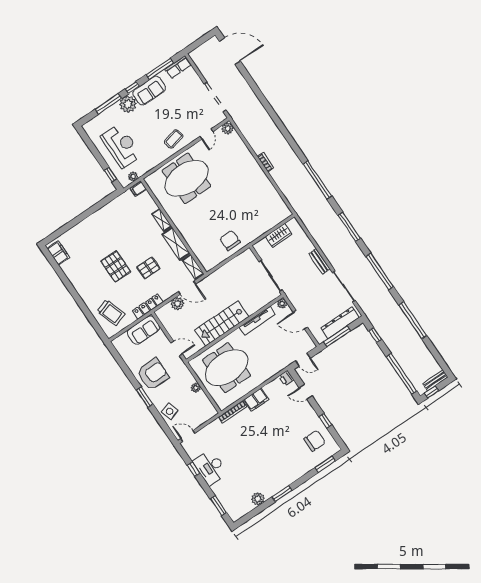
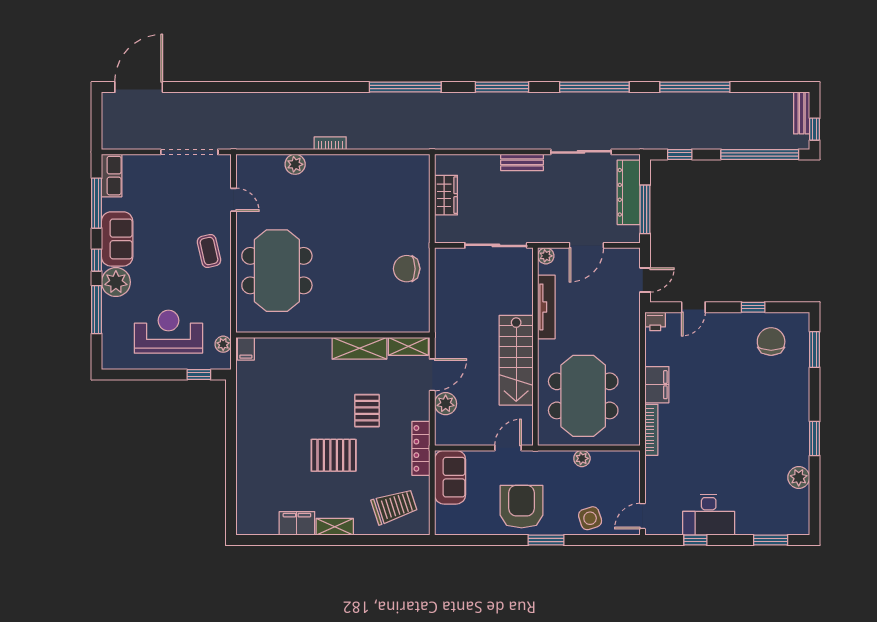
plant: (228, 128) -> (295, 164), moved
shelving: (162, 220) -> (335, 527), moved
filing cabinet: (58, 253) -> (297, 523), moved

